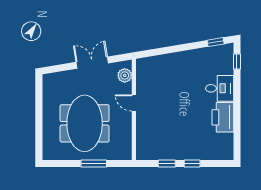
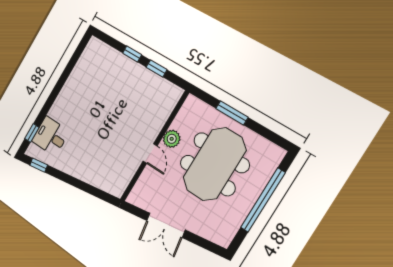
plant: (125, 75) -> (172, 139), moved
desk: (220, 88) -> (50, 136), moved
printer: (223, 117) -> (76, 85), removed
window: (39, 120) -> (263, 200), added

